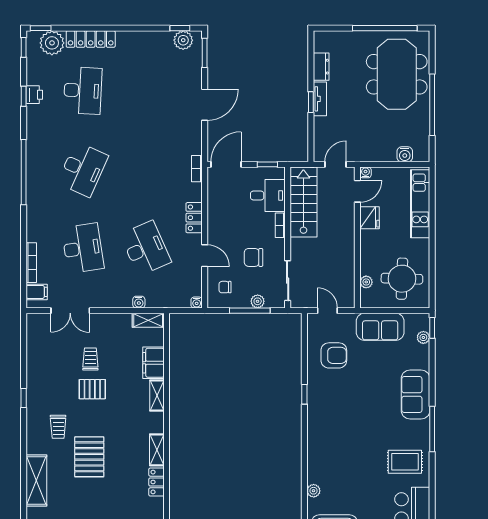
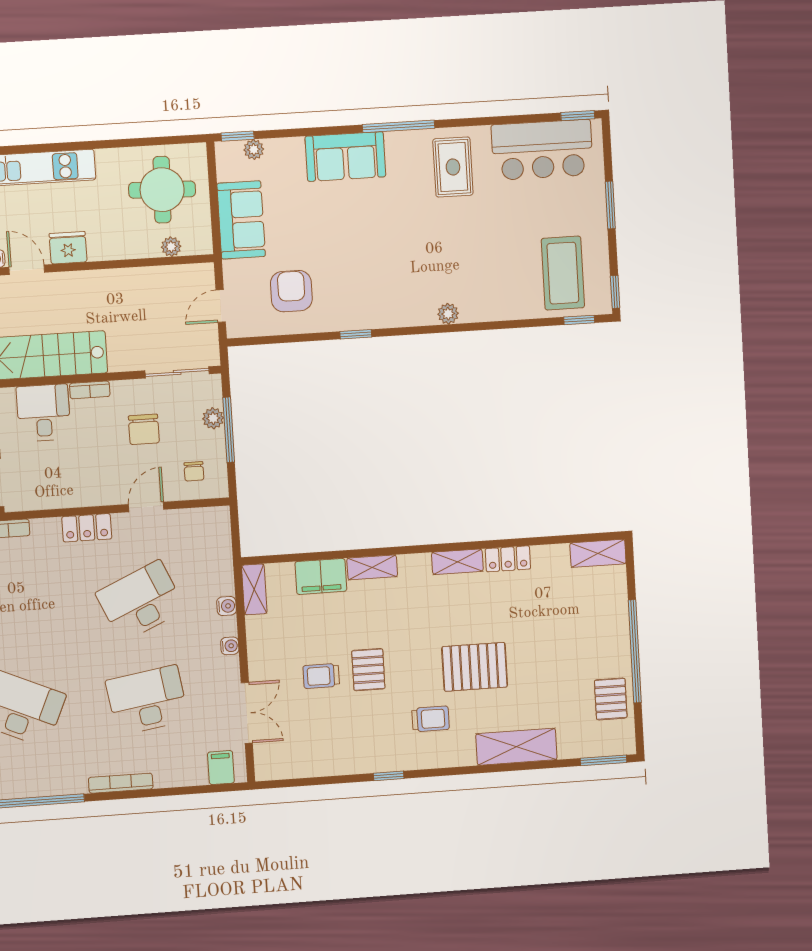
bookcase: (31, 263) -> (121, 783), moved
water cooler: (197, 302) -> (230, 646), moved
plant: (314, 491) -> (448, 314), moved

